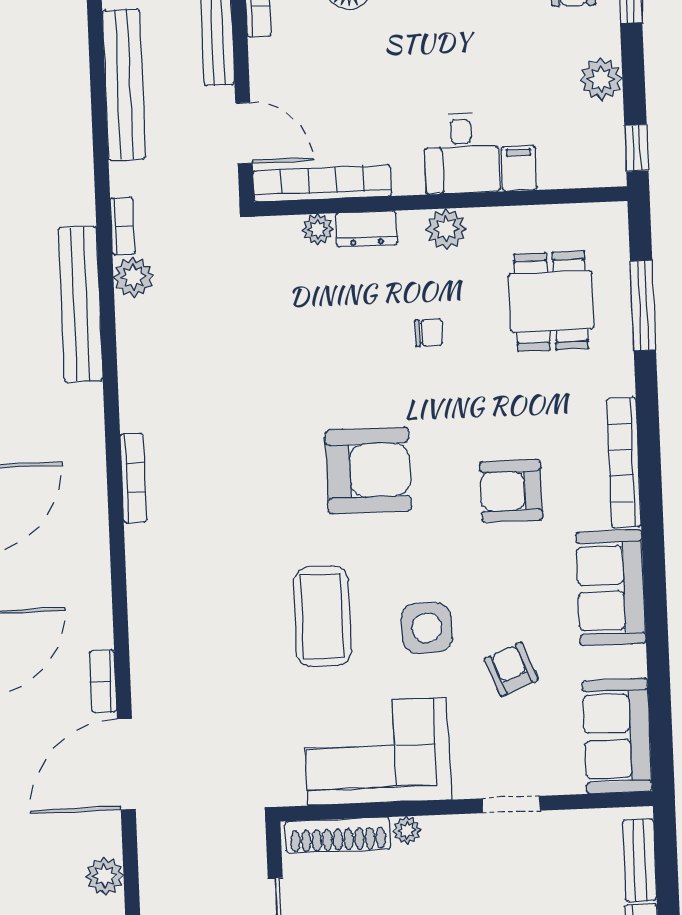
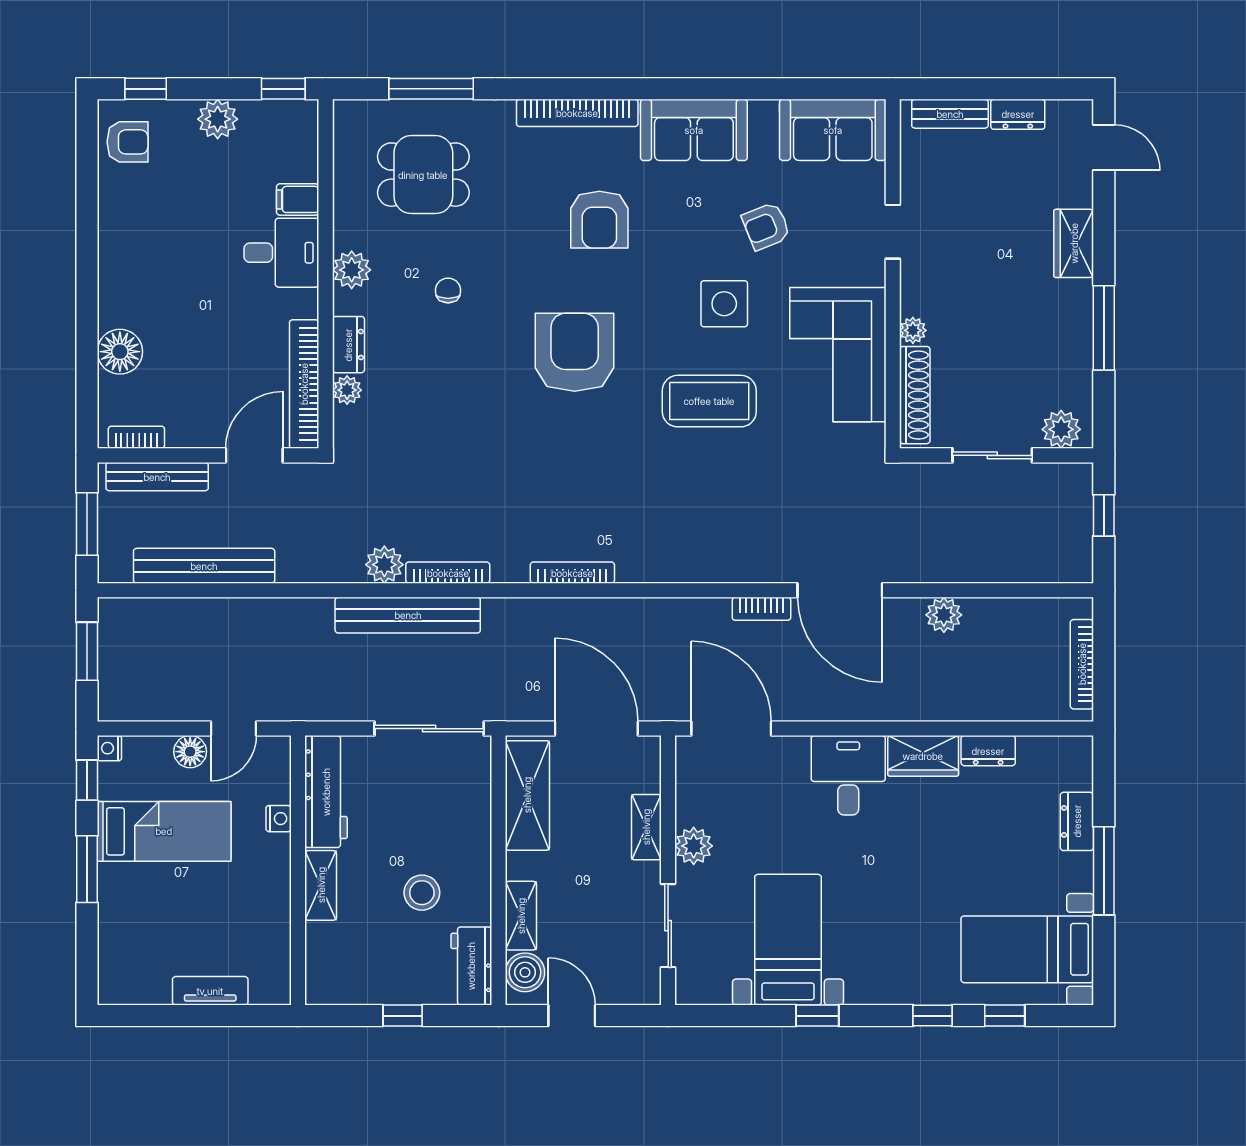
bookcase: (123, 226) -> (448, 573), moved, width x1.56

